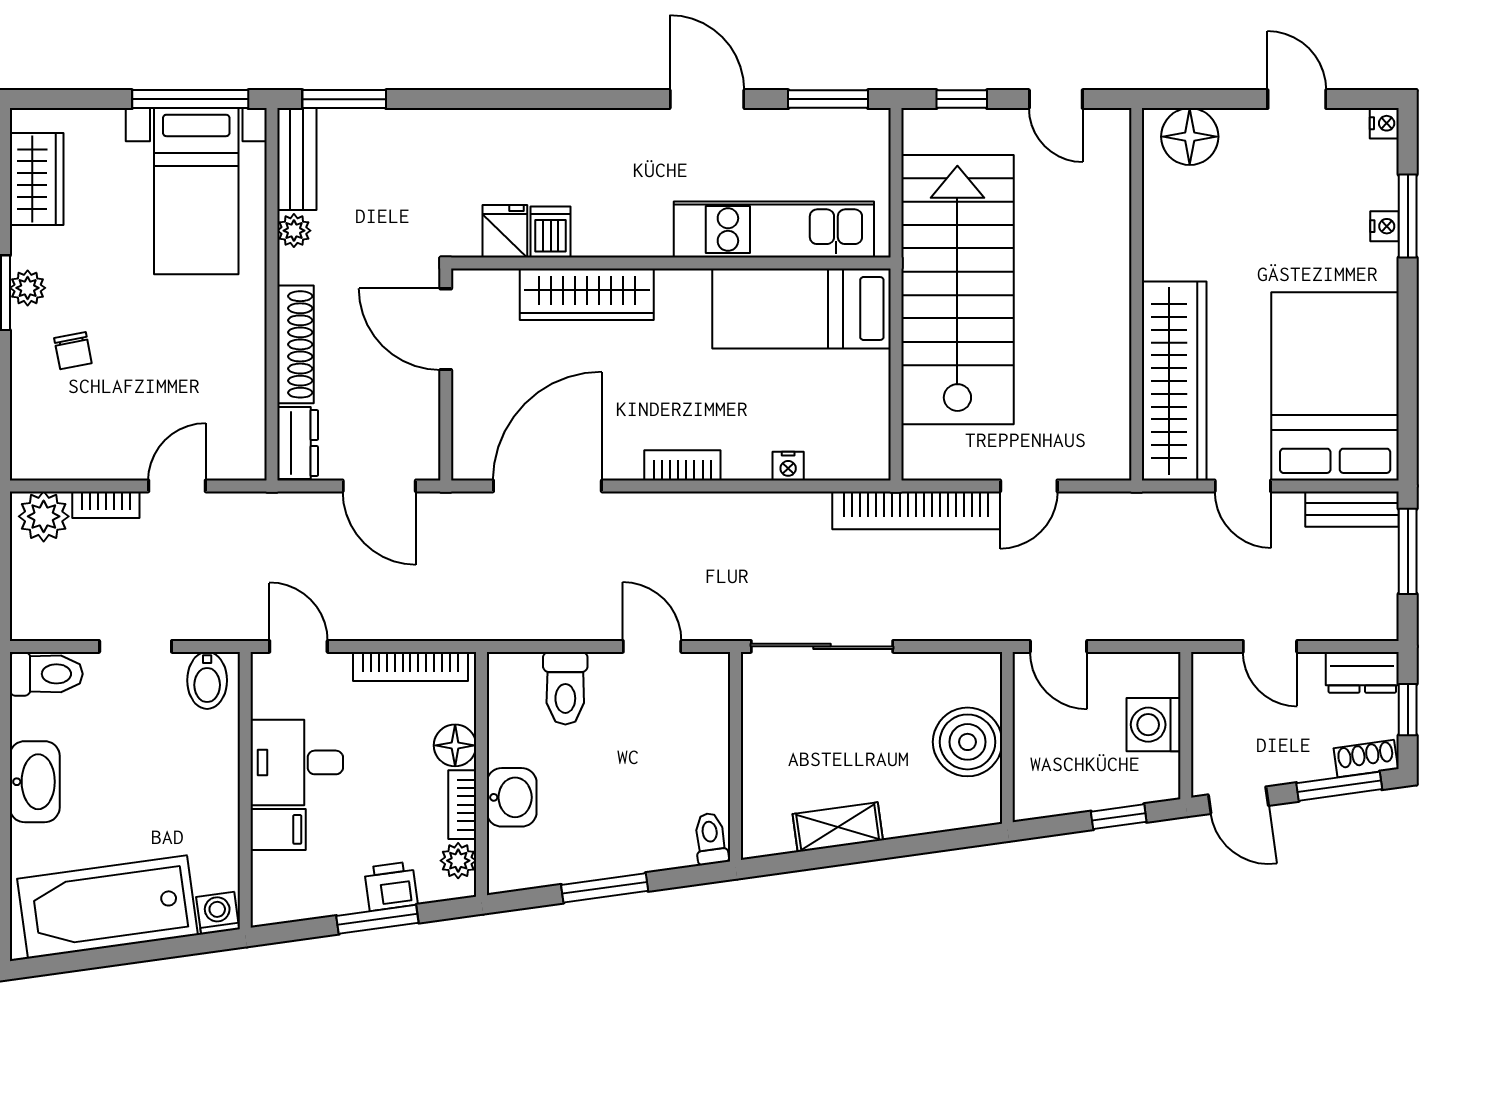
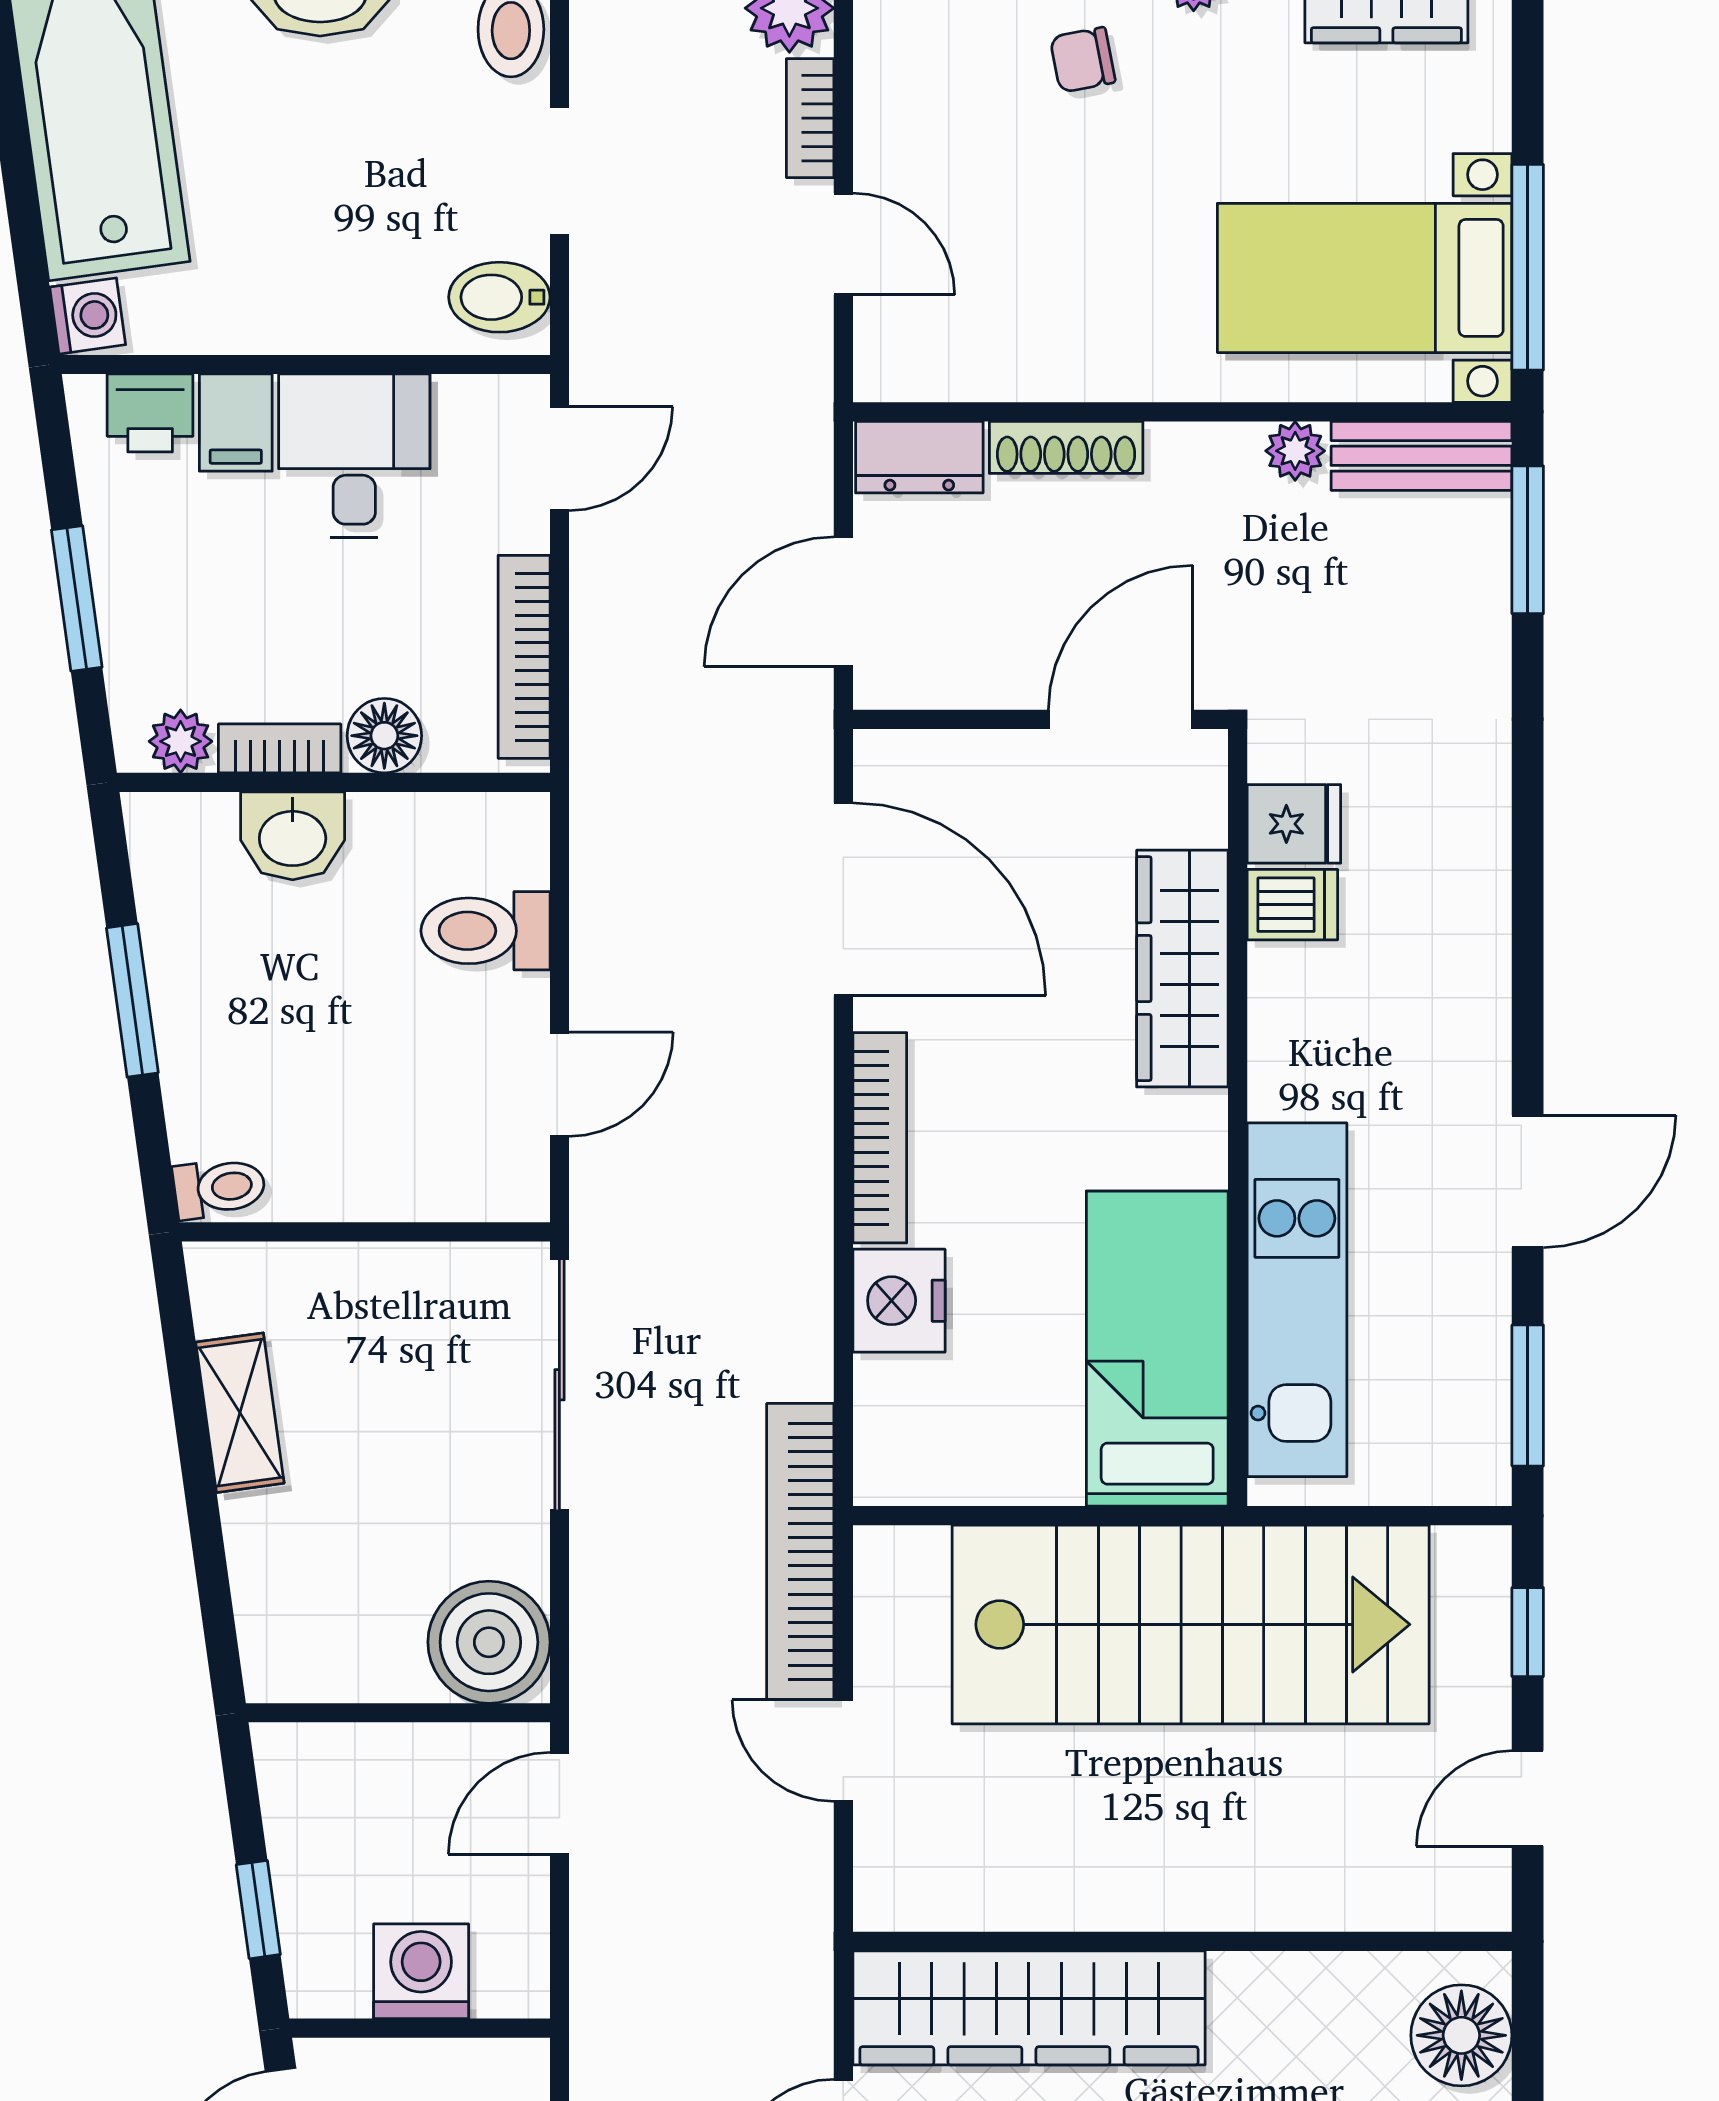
shoe rack: (295, 344) -> (1066, 447), width x0.74, depth x0.81
bookcase: (682, 465) -> (880, 1138), width x1.56
nightstand: (788, 466) -> (899, 1301), width x1.89, depth x1.79
boiler: (968, 742) -> (489, 1642), moved
printer: (391, 886) -> (150, 413), moved, turned 98

